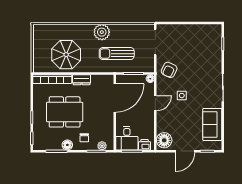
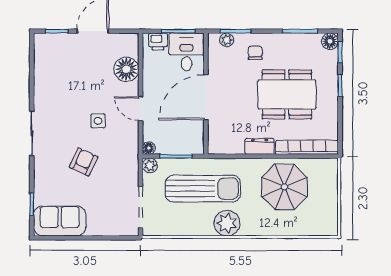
sun lounger: (117, 54) -> (203, 189), width x1.36, depth x1.34
plant: (150, 68) -> (150, 166), added
armchair: (169, 70) -> (83, 162), moved
door: (115, 98) -> (206, 97), moved
door: (155, 103) -> (141, 109), hinge flipped
sofa: (212, 124) -> (60, 221), moved, turned -90
floor lamp: (164, 140) -> (126, 69), moved
floor lamp: (67, 145) -> (330, 41), moved

